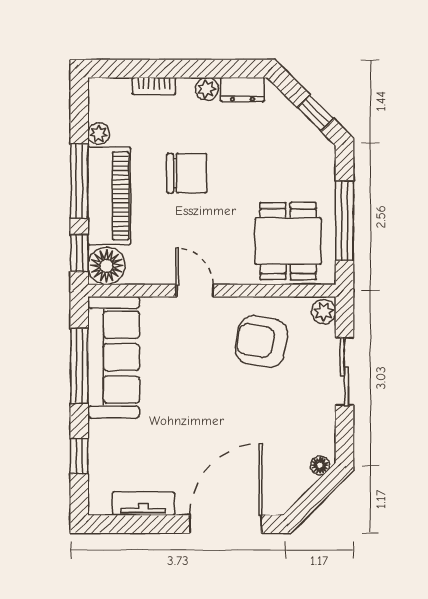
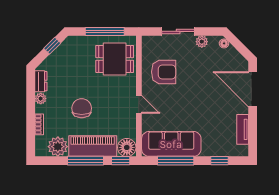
plant: (99, 134) -> (58, 147), width x1.88, depth x1.88
door: (195, 291) -> (139, 104), swing flipped
plant: (324, 312) -> (202, 42), moved
armchair: (261, 341) -> (164, 72), turned -100

